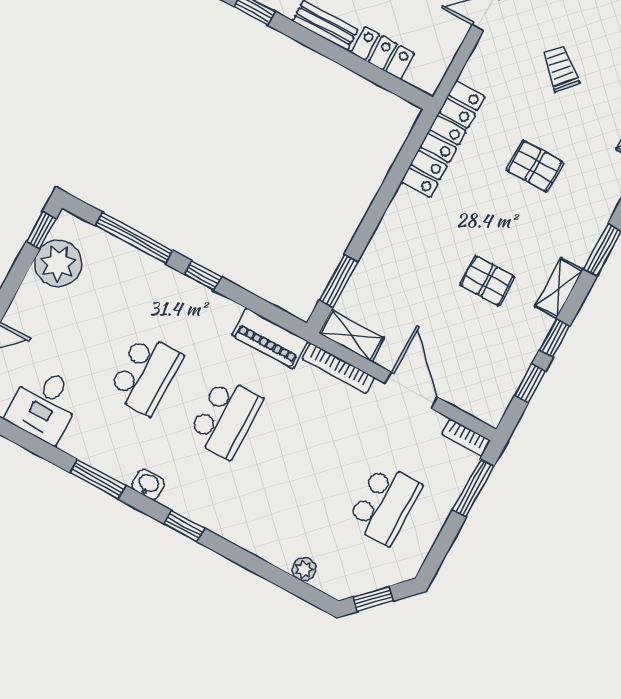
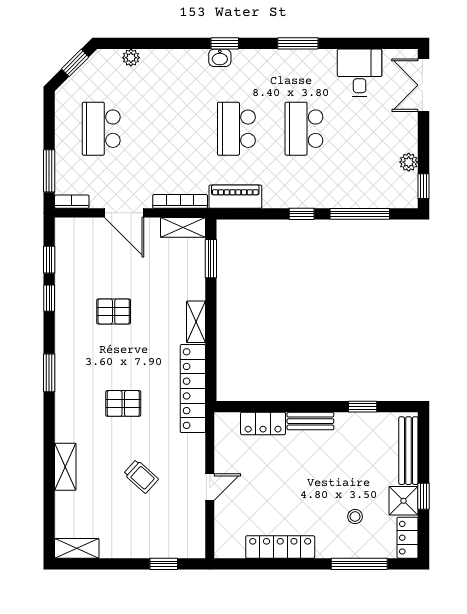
plant: (58, 264) -> (409, 162), width x0.53, depth x0.53
shelving: (559, 288) -> (196, 322), moved
washbasin: (148, 484) -> (220, 58), moved

